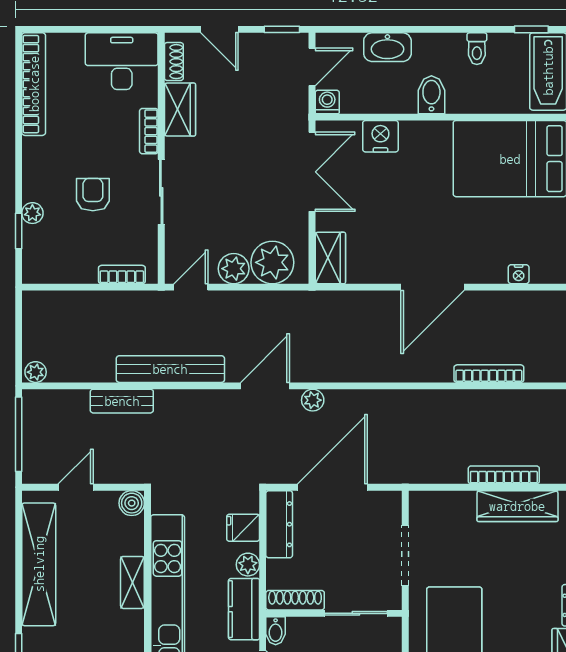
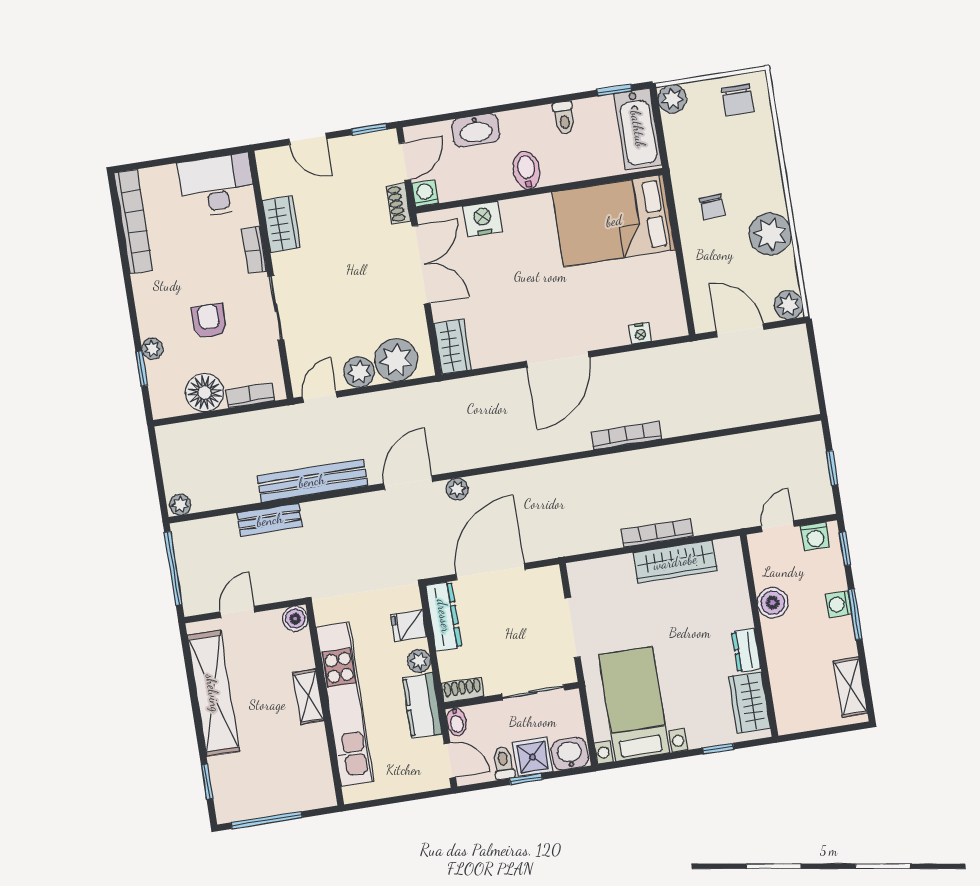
shoe rack: (174, 62) -> (399, 204), moved, turned 180
floor lamp: (77, 265) -> (205, 393), added
shoe rack: (295, 600) -> (463, 690), width x0.70

